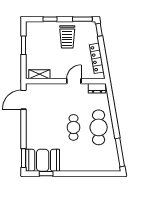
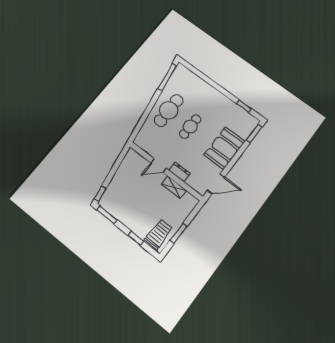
trolley: (67, 37) -> (158, 234), moved
locker: (97, 58) -> (123, 170), removed
shelving: (39, 74) -> (174, 187), moved
dresser: (97, 88) -> (180, 172), moved
booth: (43, 160) -> (224, 148), moved, turned 90

